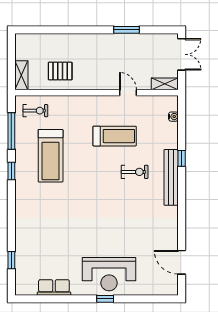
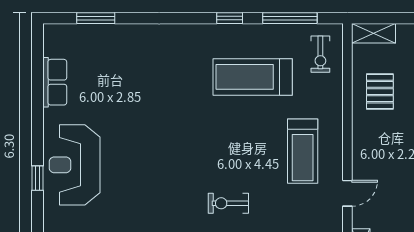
treadmill: (115, 136) -> (303, 151), moved
exercise bike: (135, 172) -> (228, 203), turned 90
window: (11, 260) -> (96, 18), width x1.50
window: (105, 299) -> (38, 178), moved

